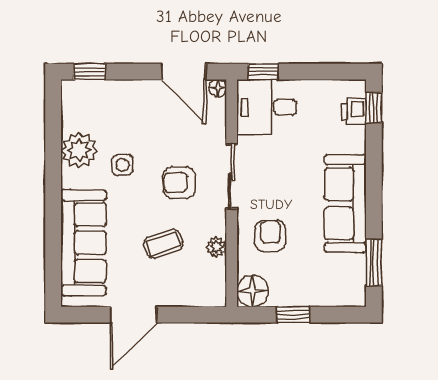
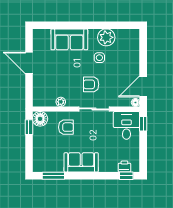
window: (89, 72) -> (143, 42), removed
armchair: (179, 183) -> (91, 84), turned -90
sofa: (345, 204) -> (81, 162), width x0.73
sofa: (84, 243) -> (69, 39), width x0.73
coffee table: (163, 244) -> (62, 77), removed
window: (293, 315) -> (29, 127), moved

